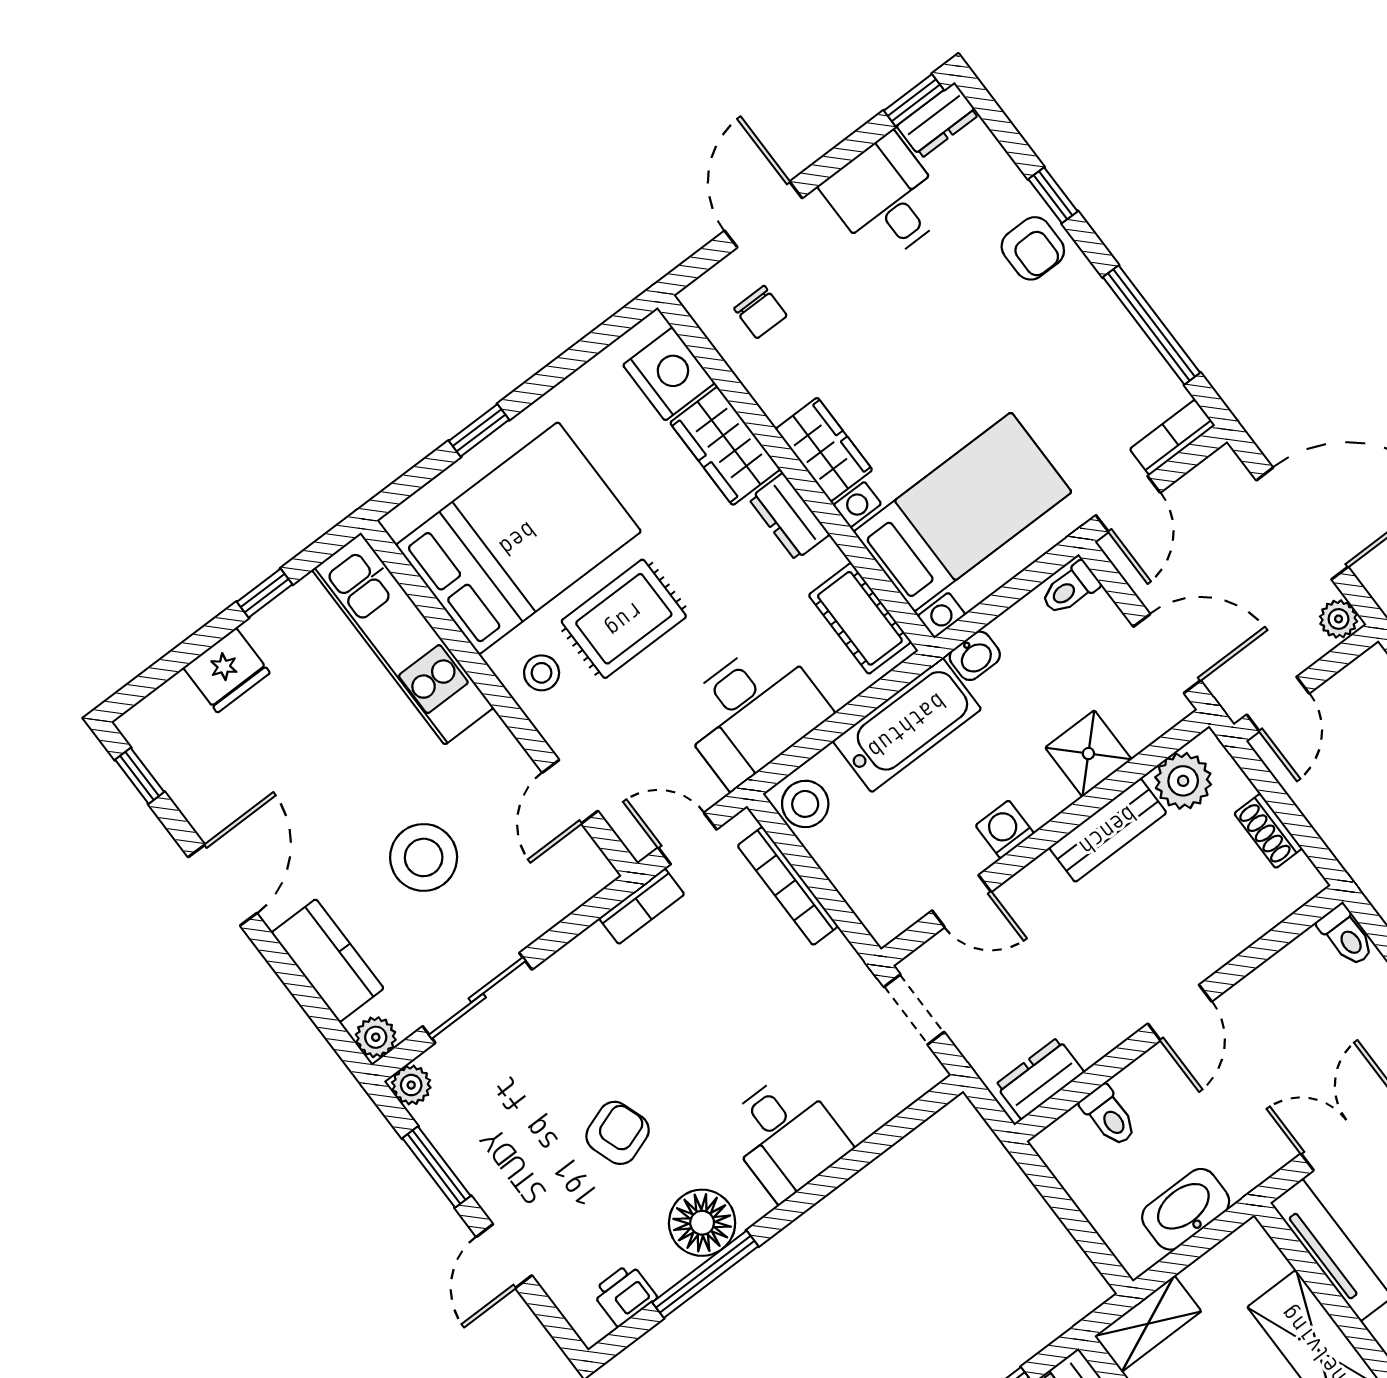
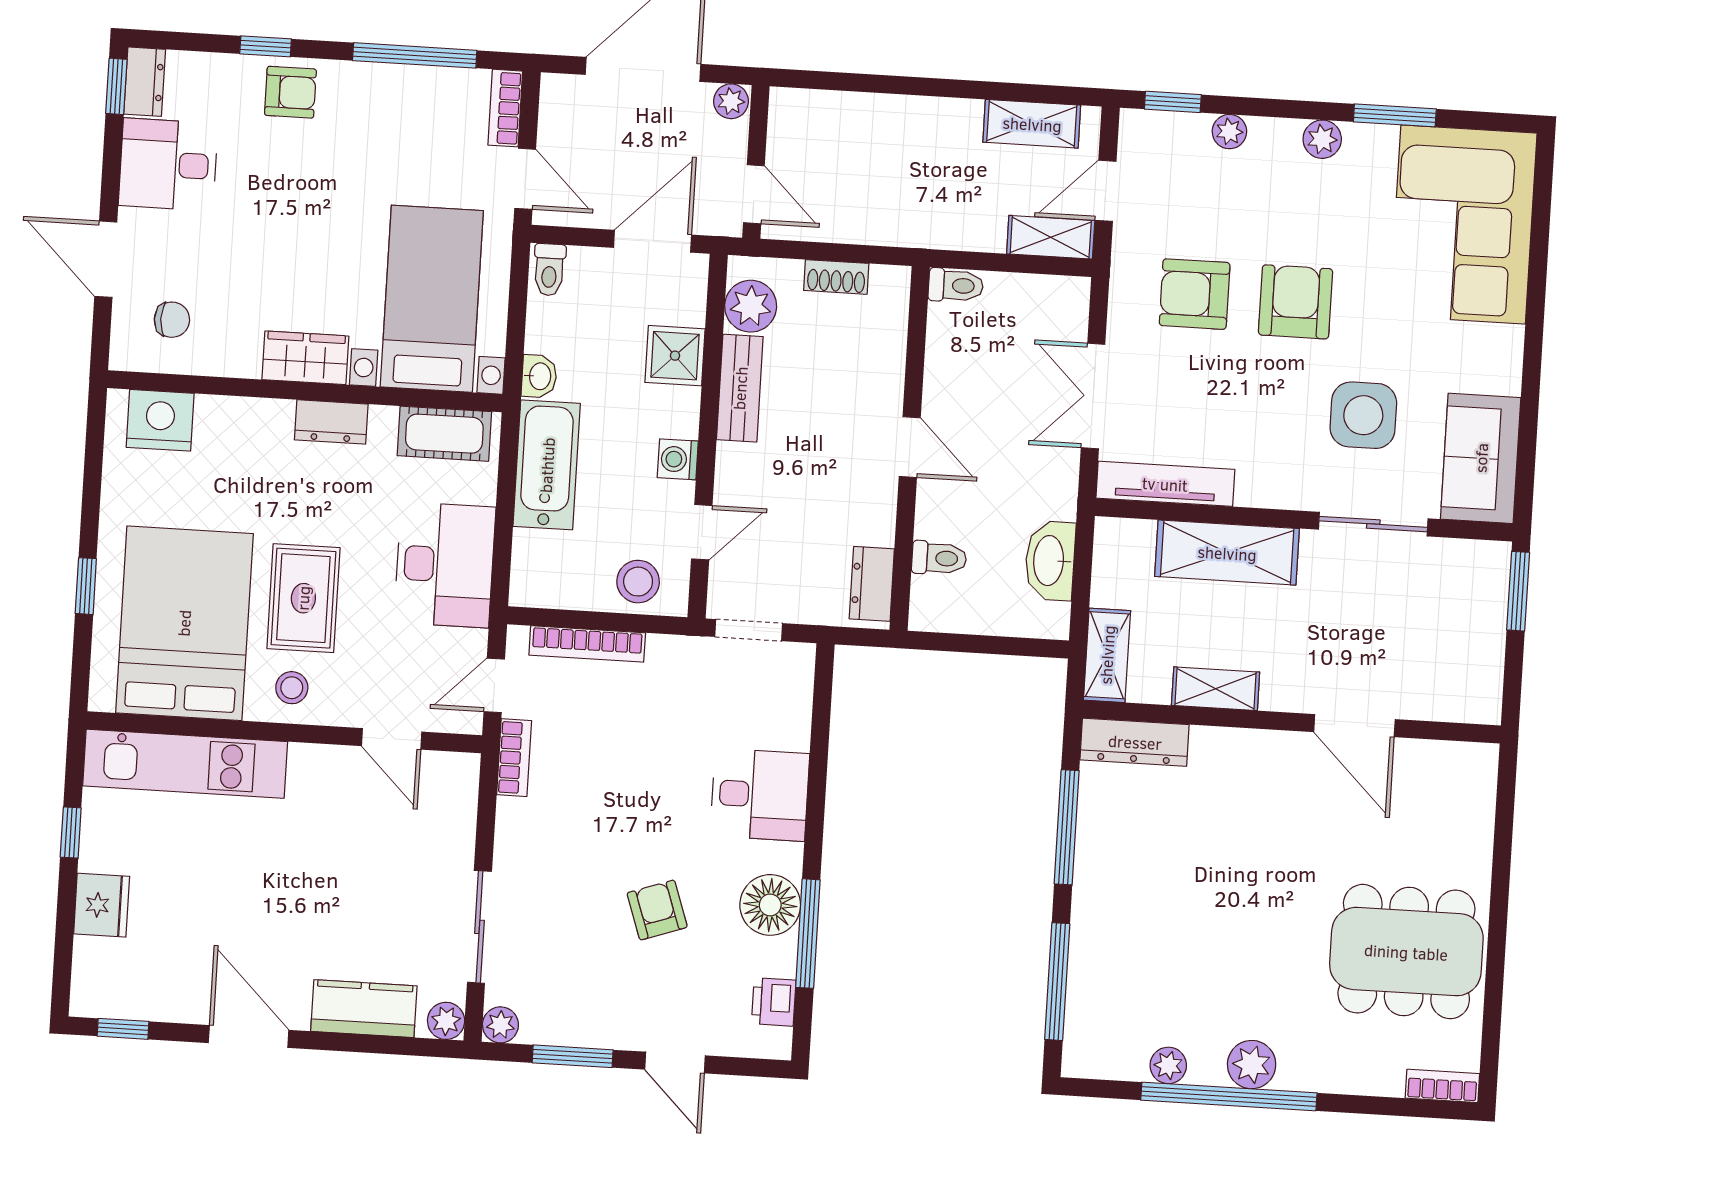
wardrobe: (725, 446) -> (244, 424), removed
stool: (805, 804) -> (638, 582), moved
stool: (424, 857) -> (350, 880), removed

